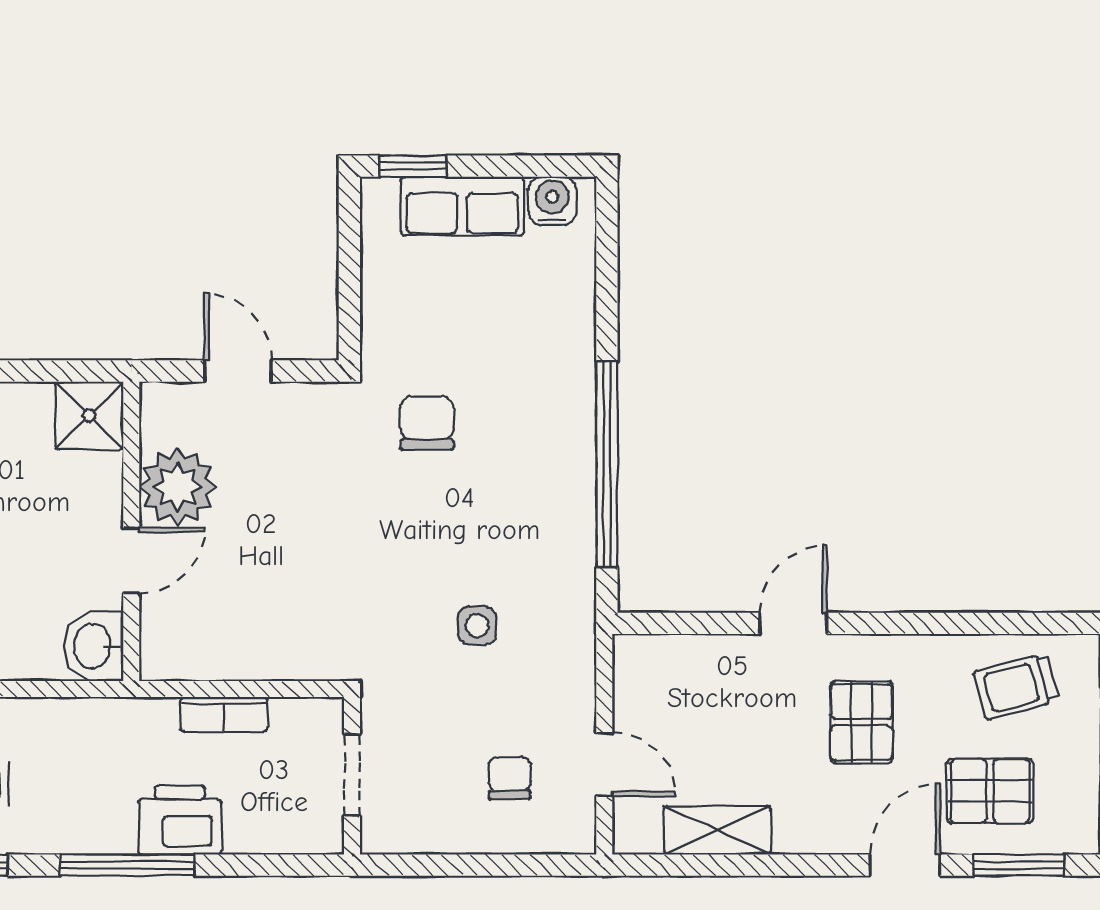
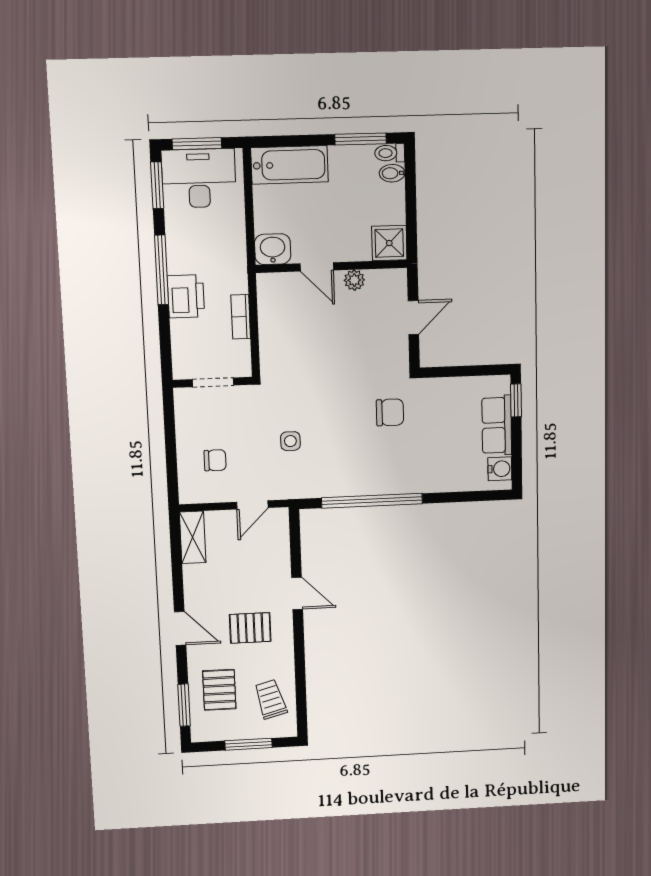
plant: (178, 487) -> (354, 280), width x0.53, depth x0.53
door: (604, 765) -> (252, 505), moved
shelving: (717, 830) -> (193, 537), moved
door: (905, 865) -> (180, 628), moved

